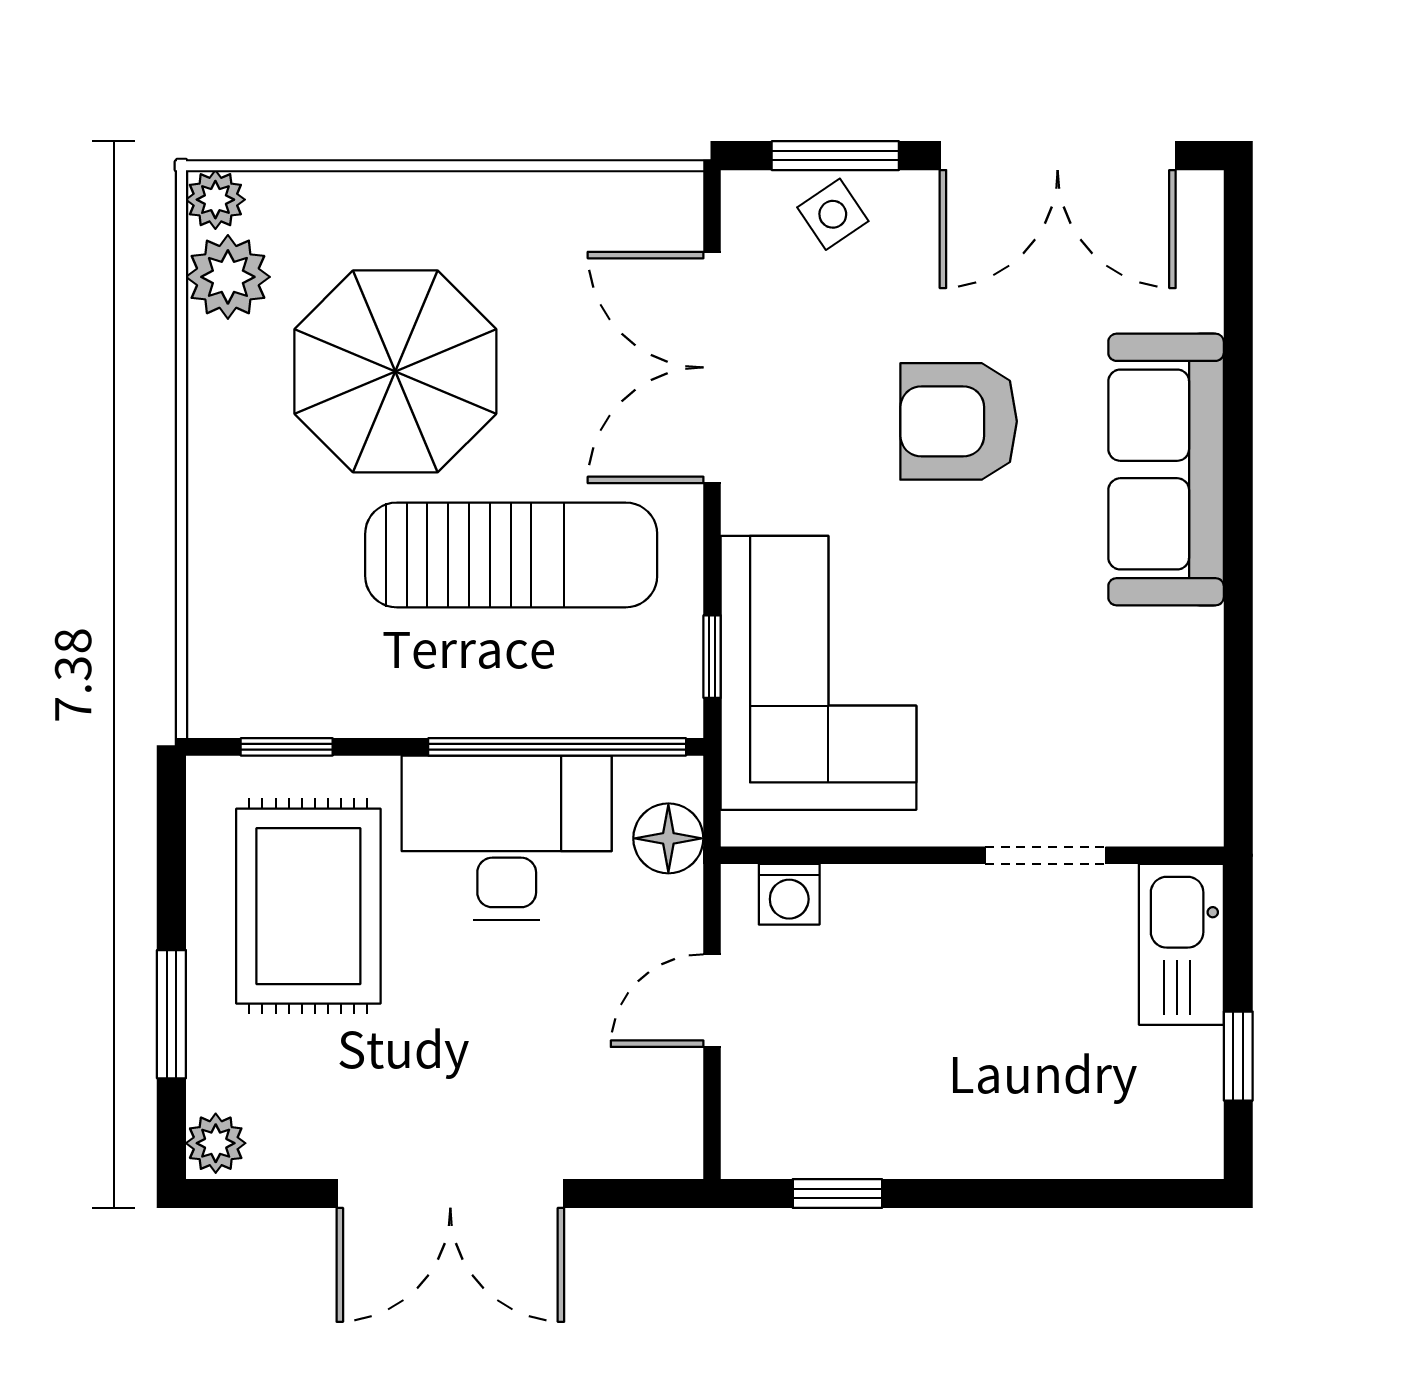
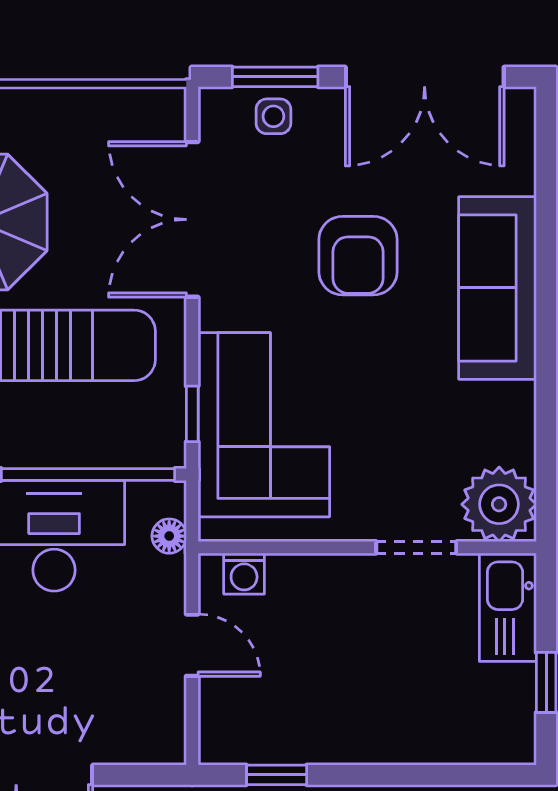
side table: (833, 214) -> (273, 116), turned 34
armchair: (959, 421) -> (358, 256), turned -90
plant: (1168, 791) -> (499, 504), added
floor lamp: (668, 838) -> (169, 536), width x0.73, depth x0.73
door: (712, 1001) -> (192, 645), swing flipped

